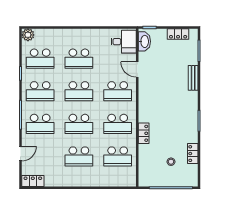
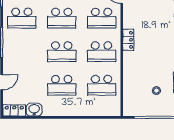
school desk: (40, 124) -> (22, 52), removed
locker: (144, 133) -> (128, 40), moved
washbasin: (52, 180) -> (34, 110), added

